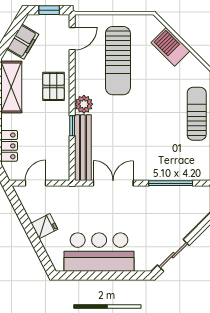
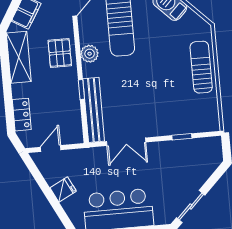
plant: (84, 104) -> (90, 54), moved
double door: (113, 183) -> (126, 142), swing flipped
window: (171, 183) -> (182, 137), width x0.46

